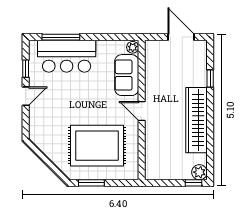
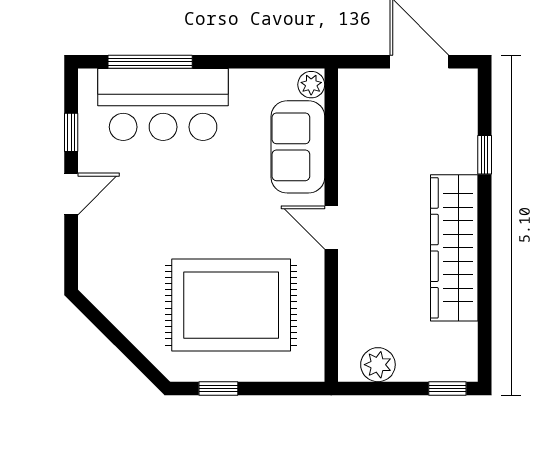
plant: (199, 172) -> (378, 365), moved
window: (91, 183) -> (218, 388), width x0.67

